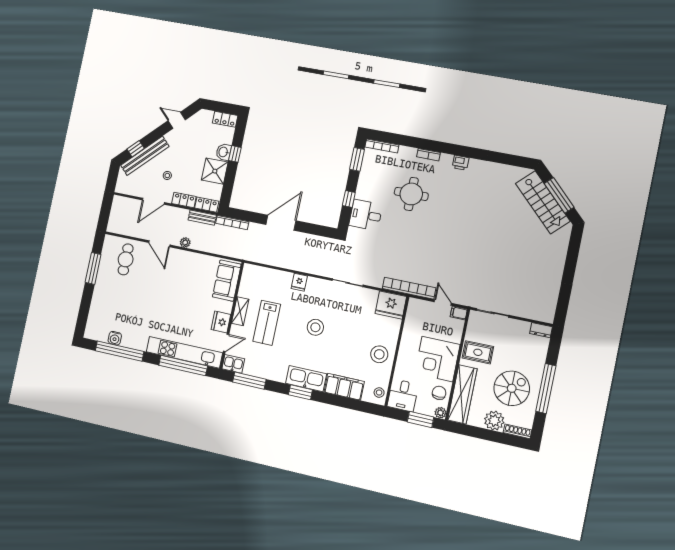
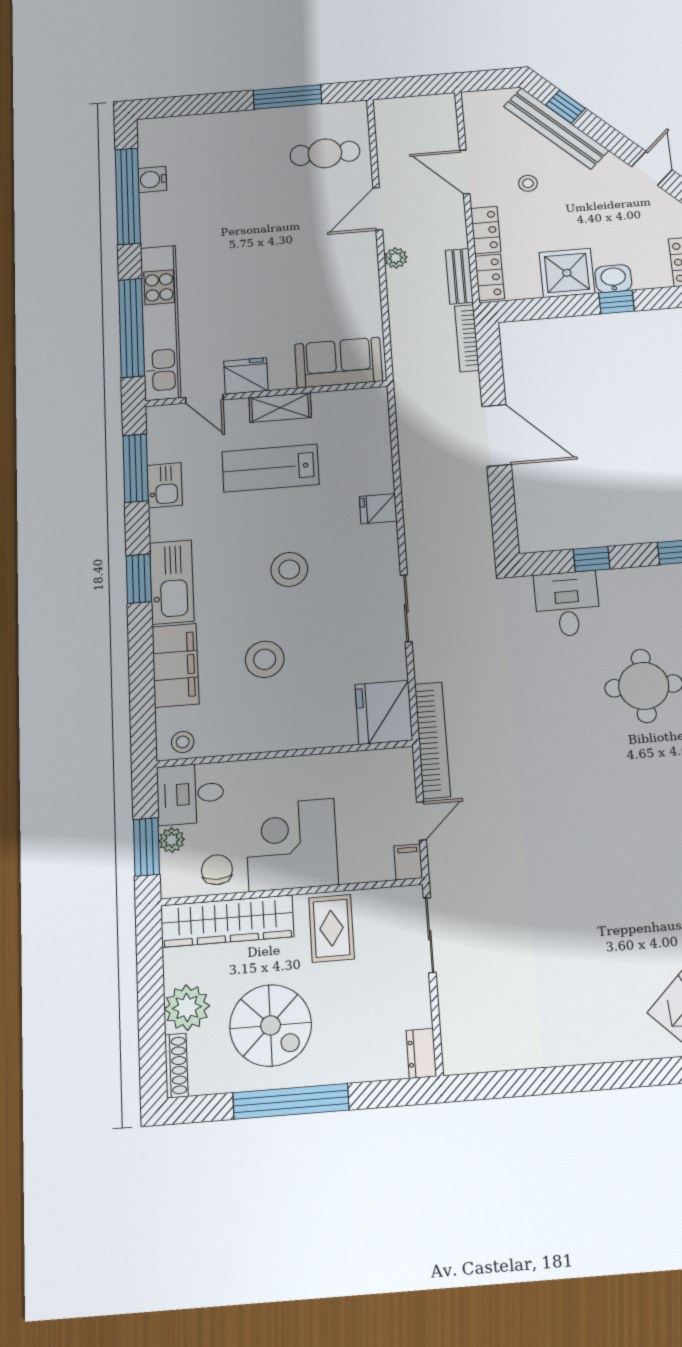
stool: (379, 354) -> (265, 659), moved
kitchen sink: (233, 364) -> (165, 485), moved
chair: (439, 393) -> (217, 870), turned -90
plant: (441, 413) -> (172, 840), moved

